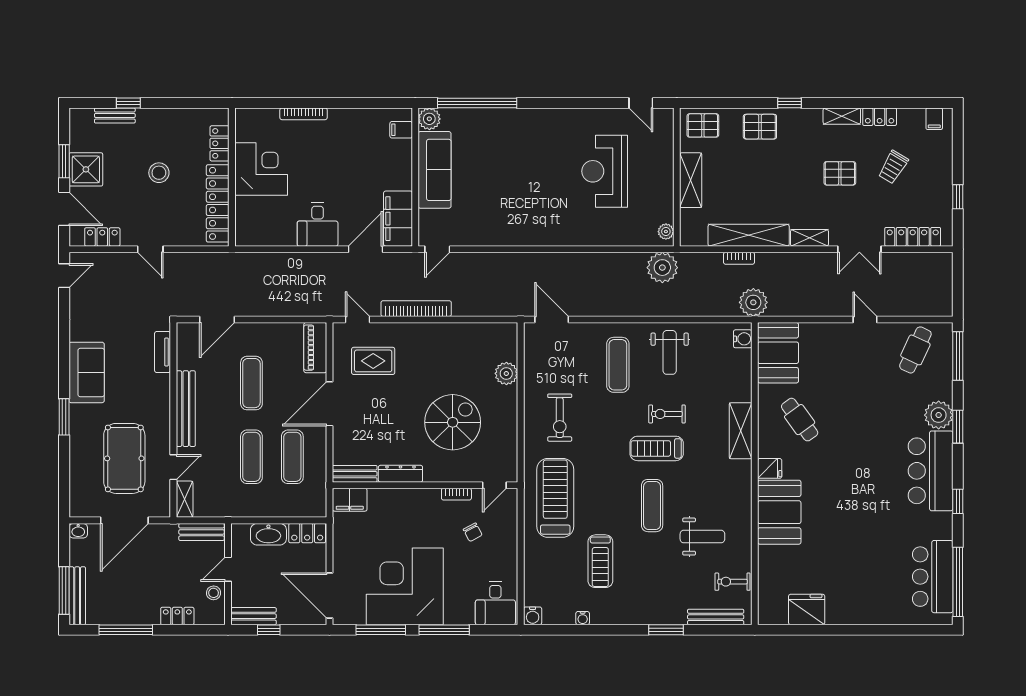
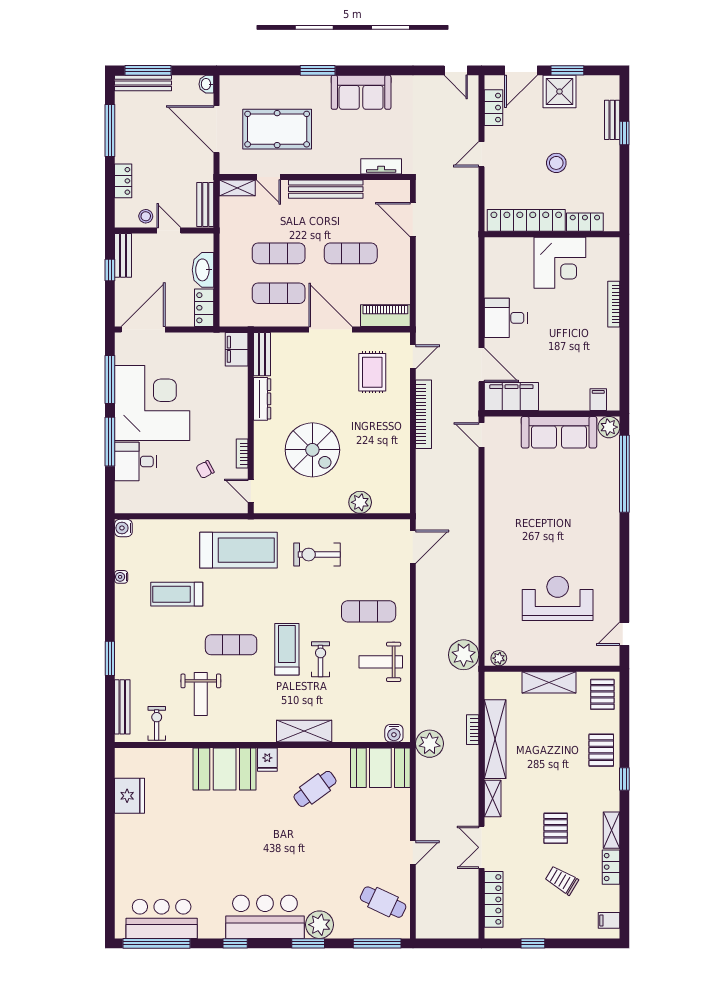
desk: (495, 603) -> (136, 462), moved

